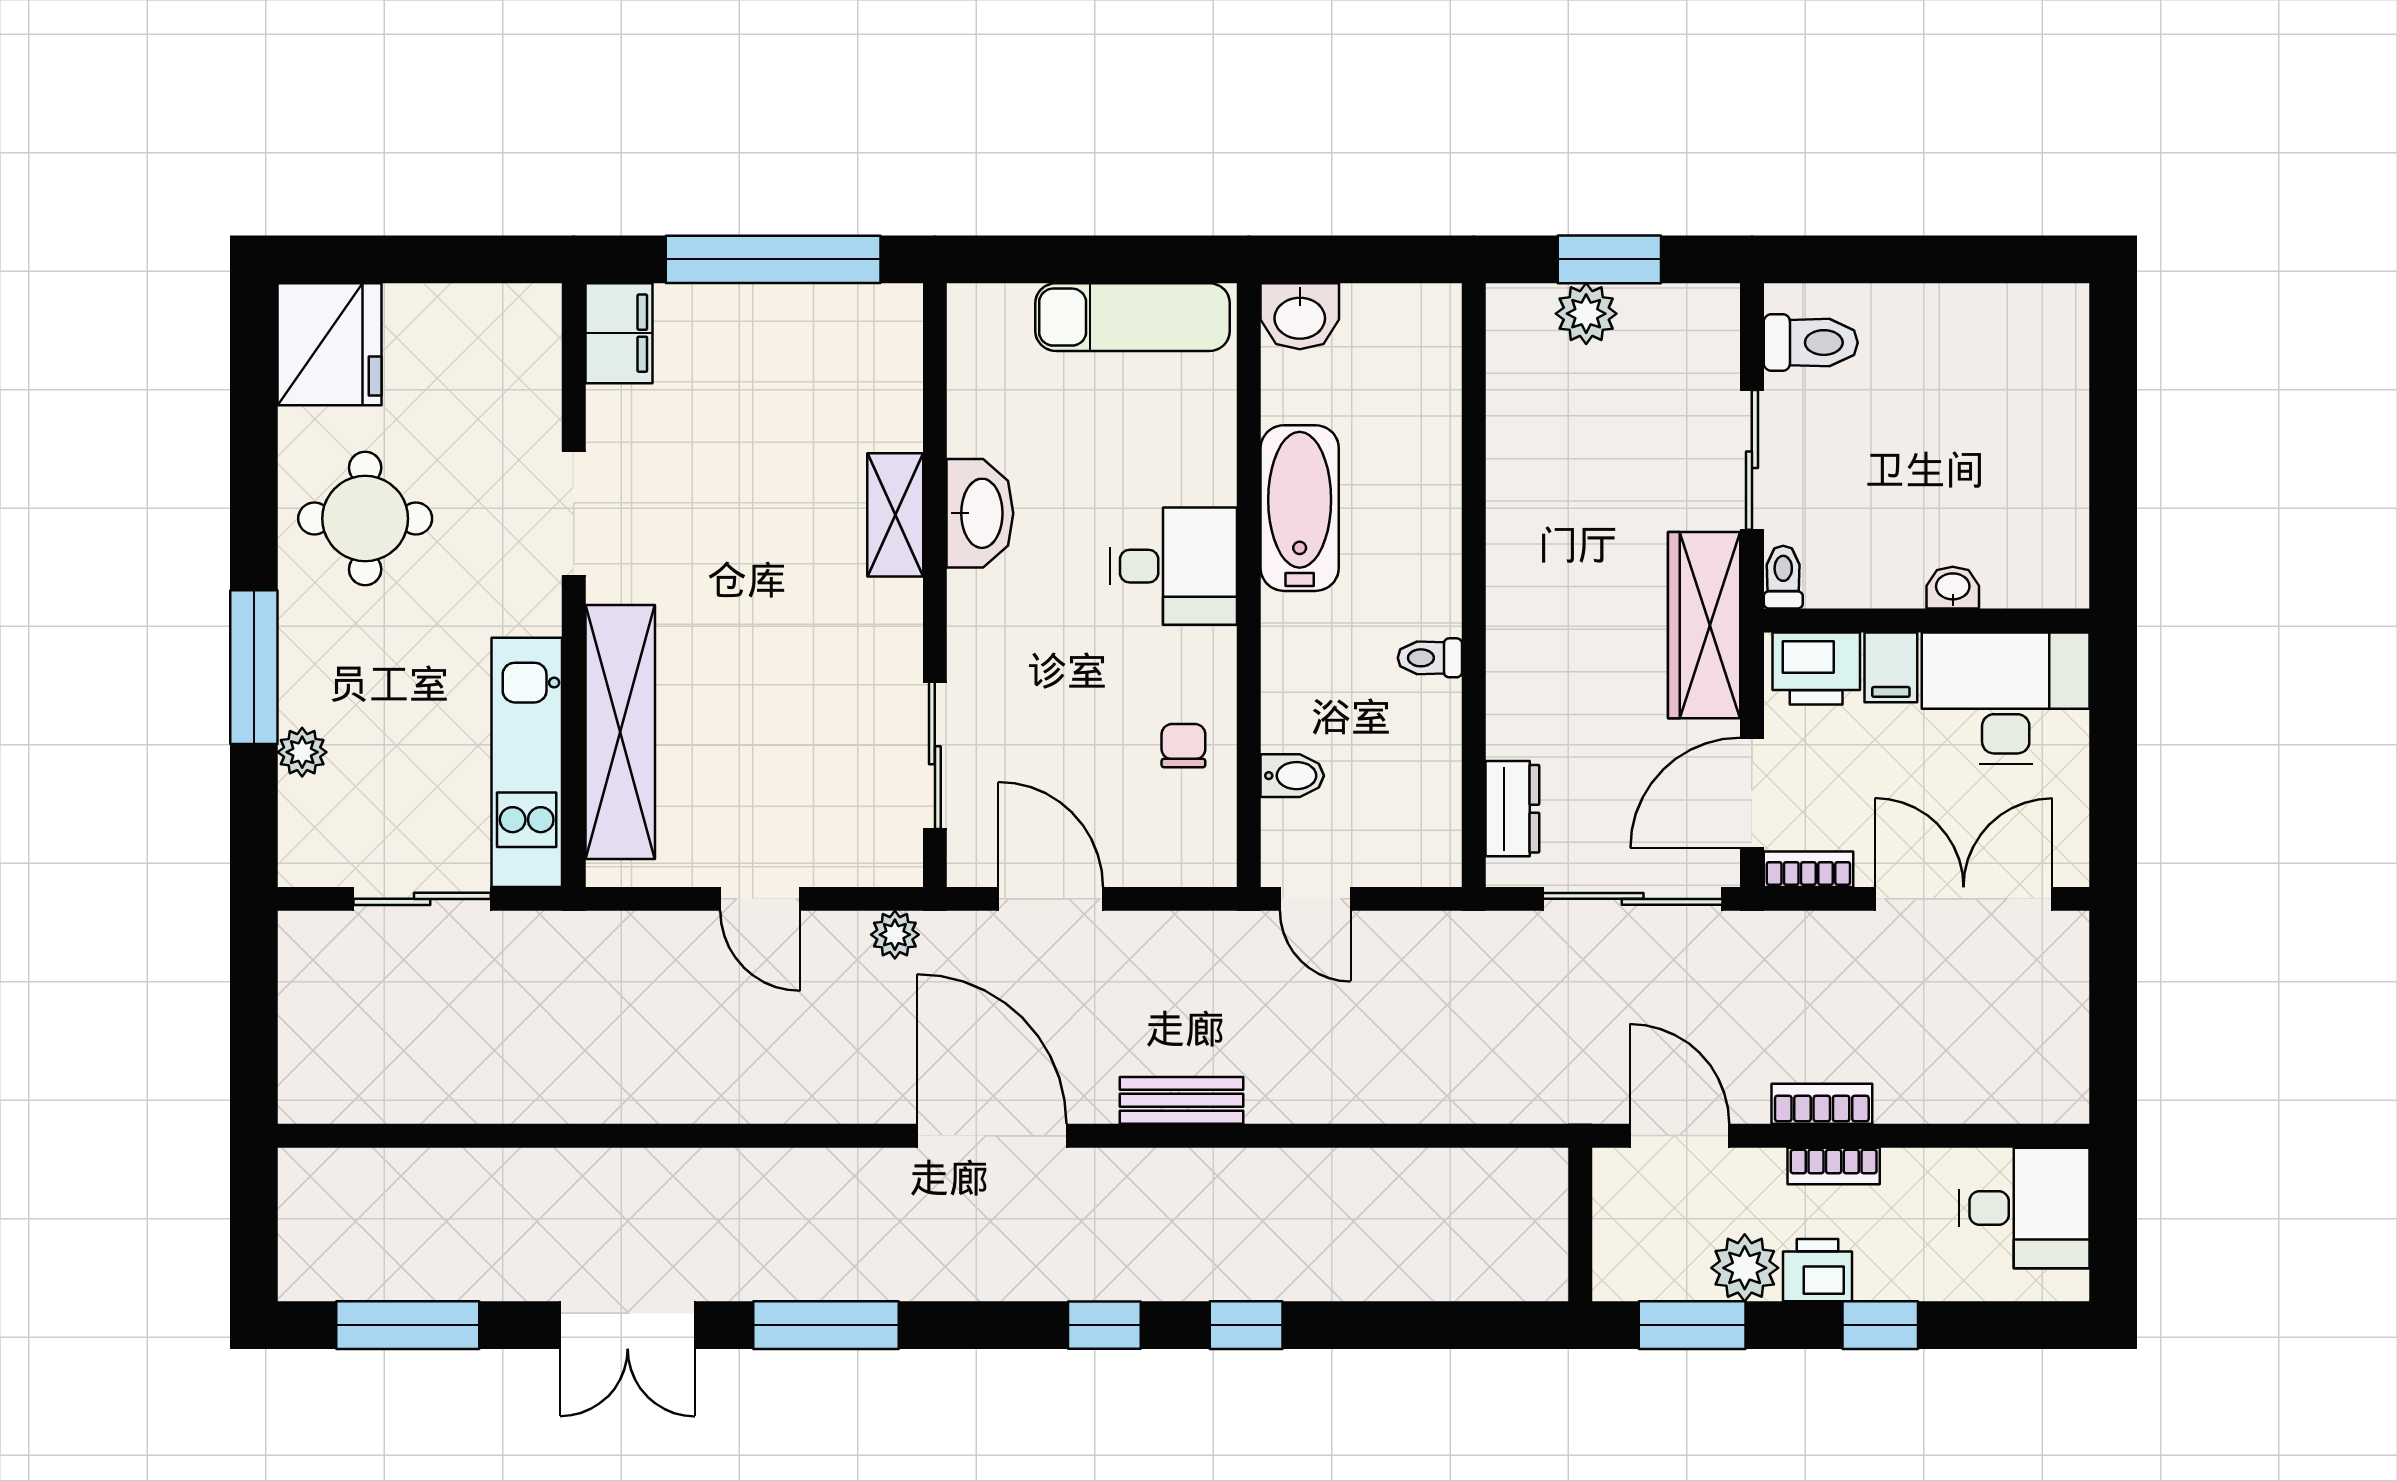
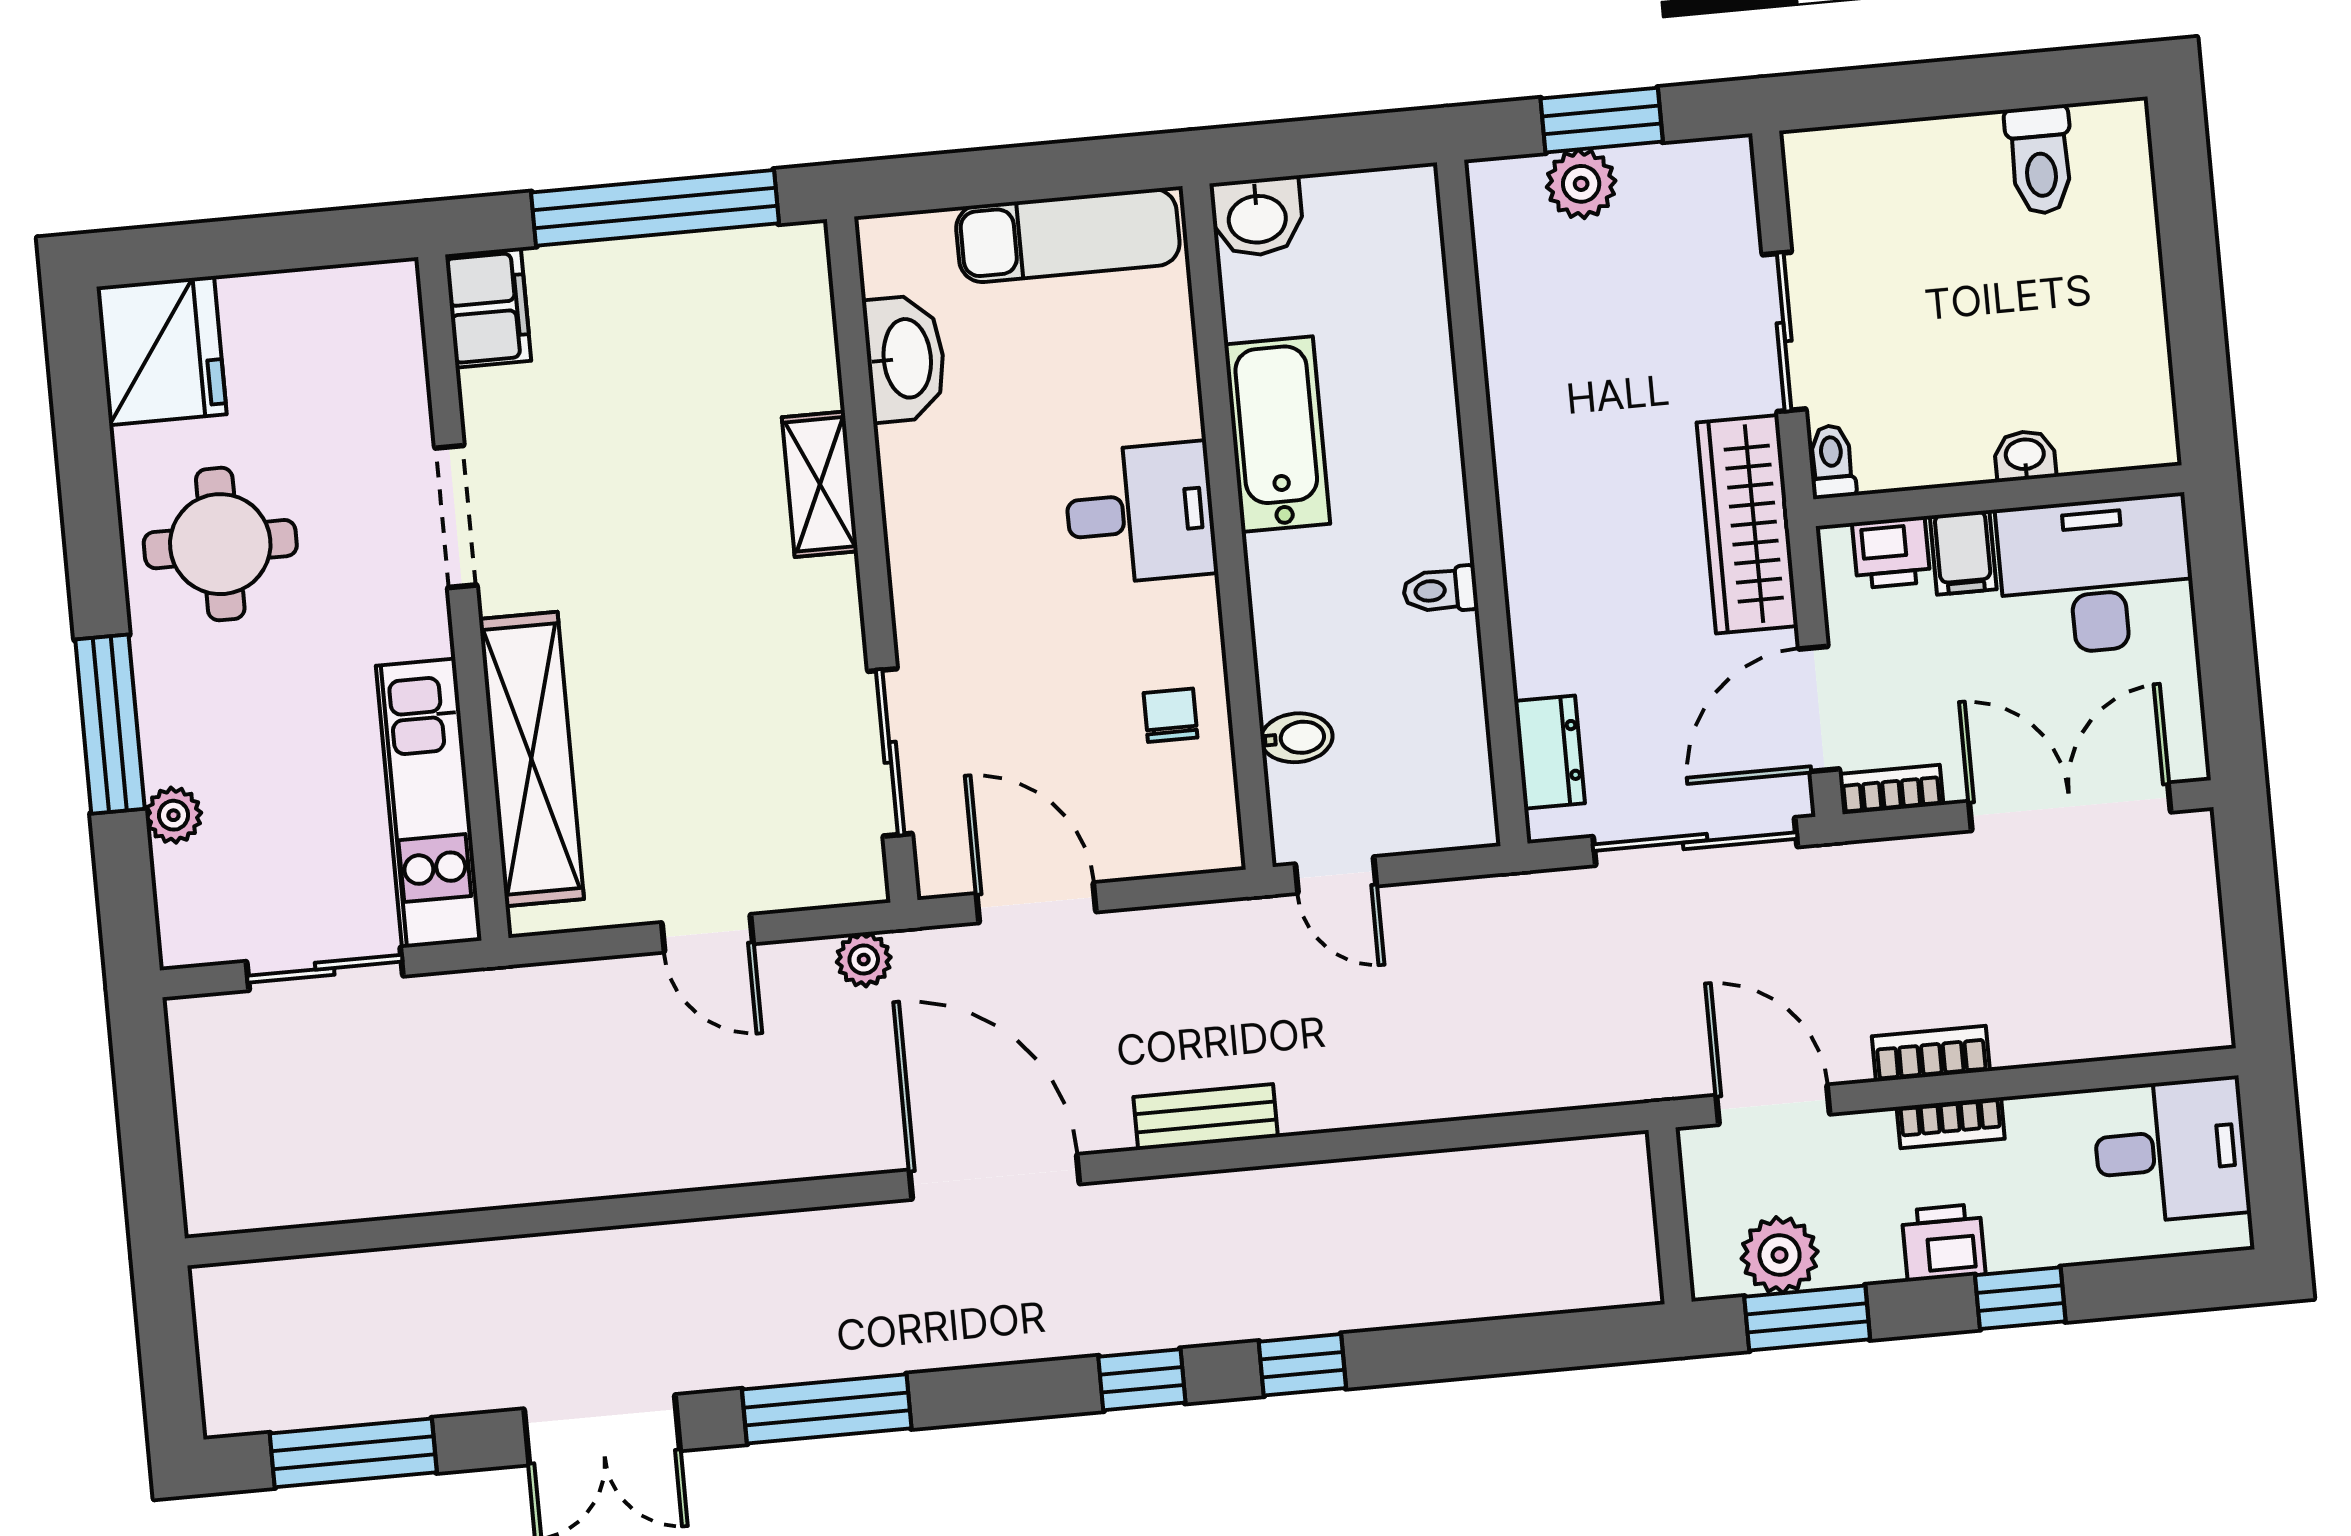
toilet: (1811, 343) -> (2040, 160), moved, turned 90
washbasin: (980, 513) -> (905, 359), moved
printer: (1816, 669) -> (1891, 552), width x0.73, depth x0.81
plant: (1745, 1268) -> (1780, 1255), moved

